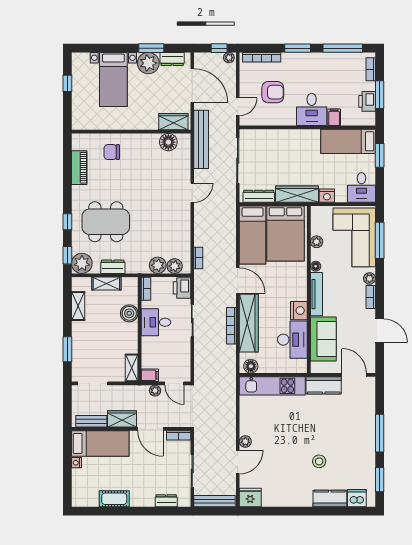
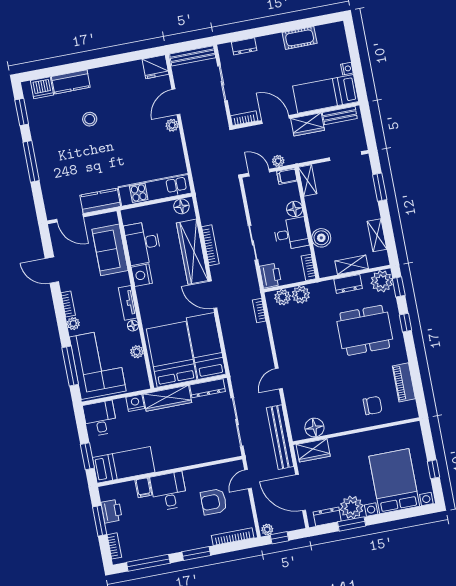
bed with nightstands: (113, 80) -> (394, 481), width x1.36
tv unit: (316, 294) -> (128, 303), width x0.71
floor lamp: (149, 344) -> (295, 209), added

